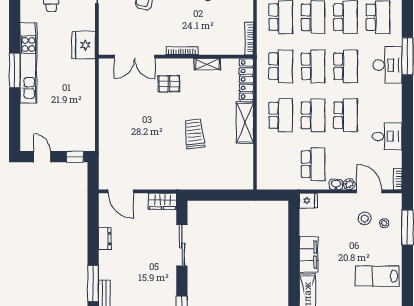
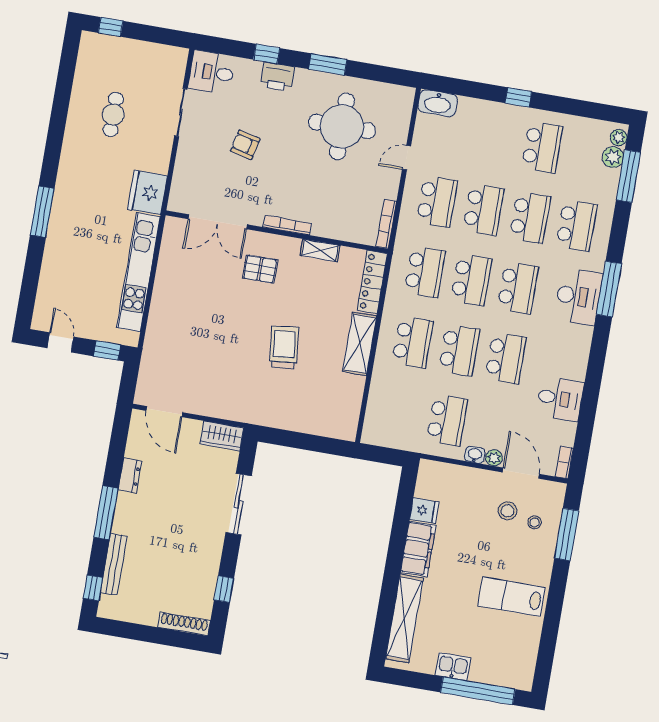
kitchen unit: (28, 63) -> (138, 272), moved, turned 180
fridge: (308, 201) -> (424, 511), moved
window: (93, 284) -> (106, 513), moved

